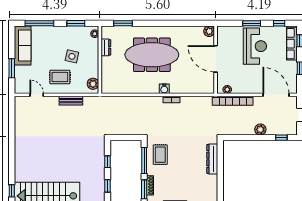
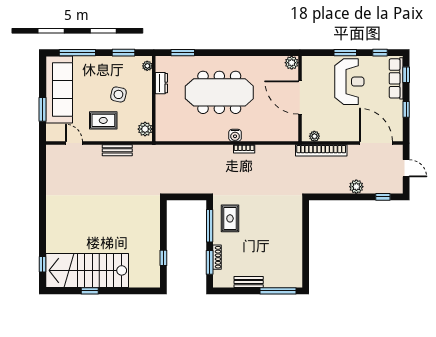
sofa: (23, 45) -> (59, 90), width x1.36, depth x1.27
dresser: (212, 159) -> (295, 224), removed
window: (107, 162) -> (163, 227), removed

